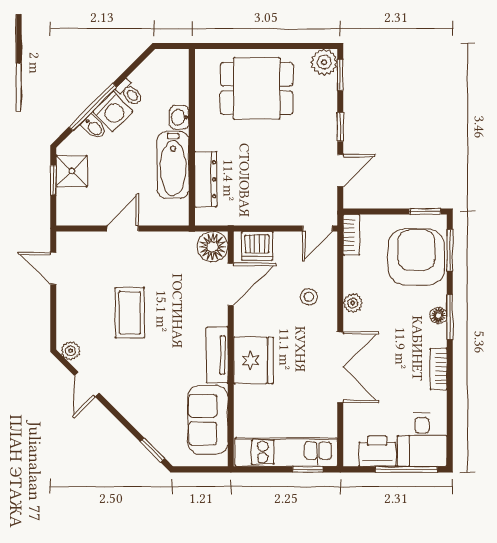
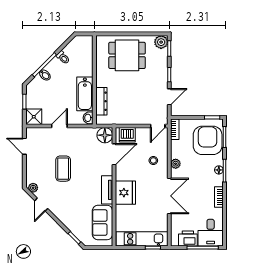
washing machine: (113, 112) -> (54, 67), removed
washbasin: (179, 117) -> (88, 118), moved
shower: (72, 171) -> (34, 117), moved

